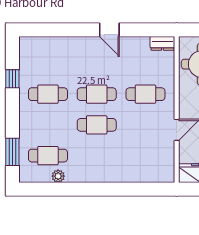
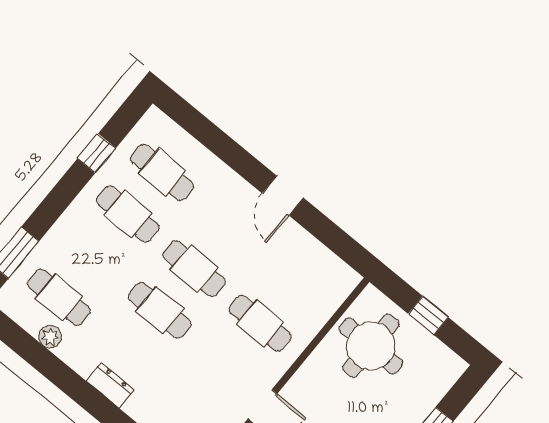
dresser: (162, 43) -> (110, 385), moved, turned 180
cafe table: (48, 63) -> (162, 172), added

